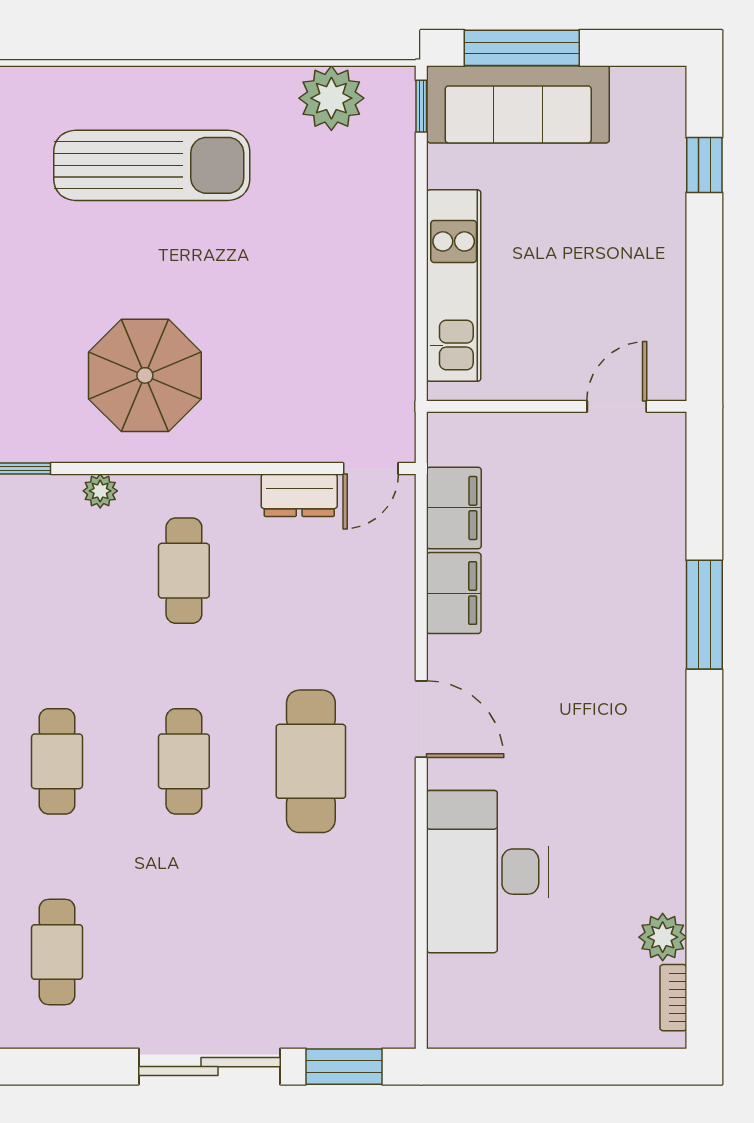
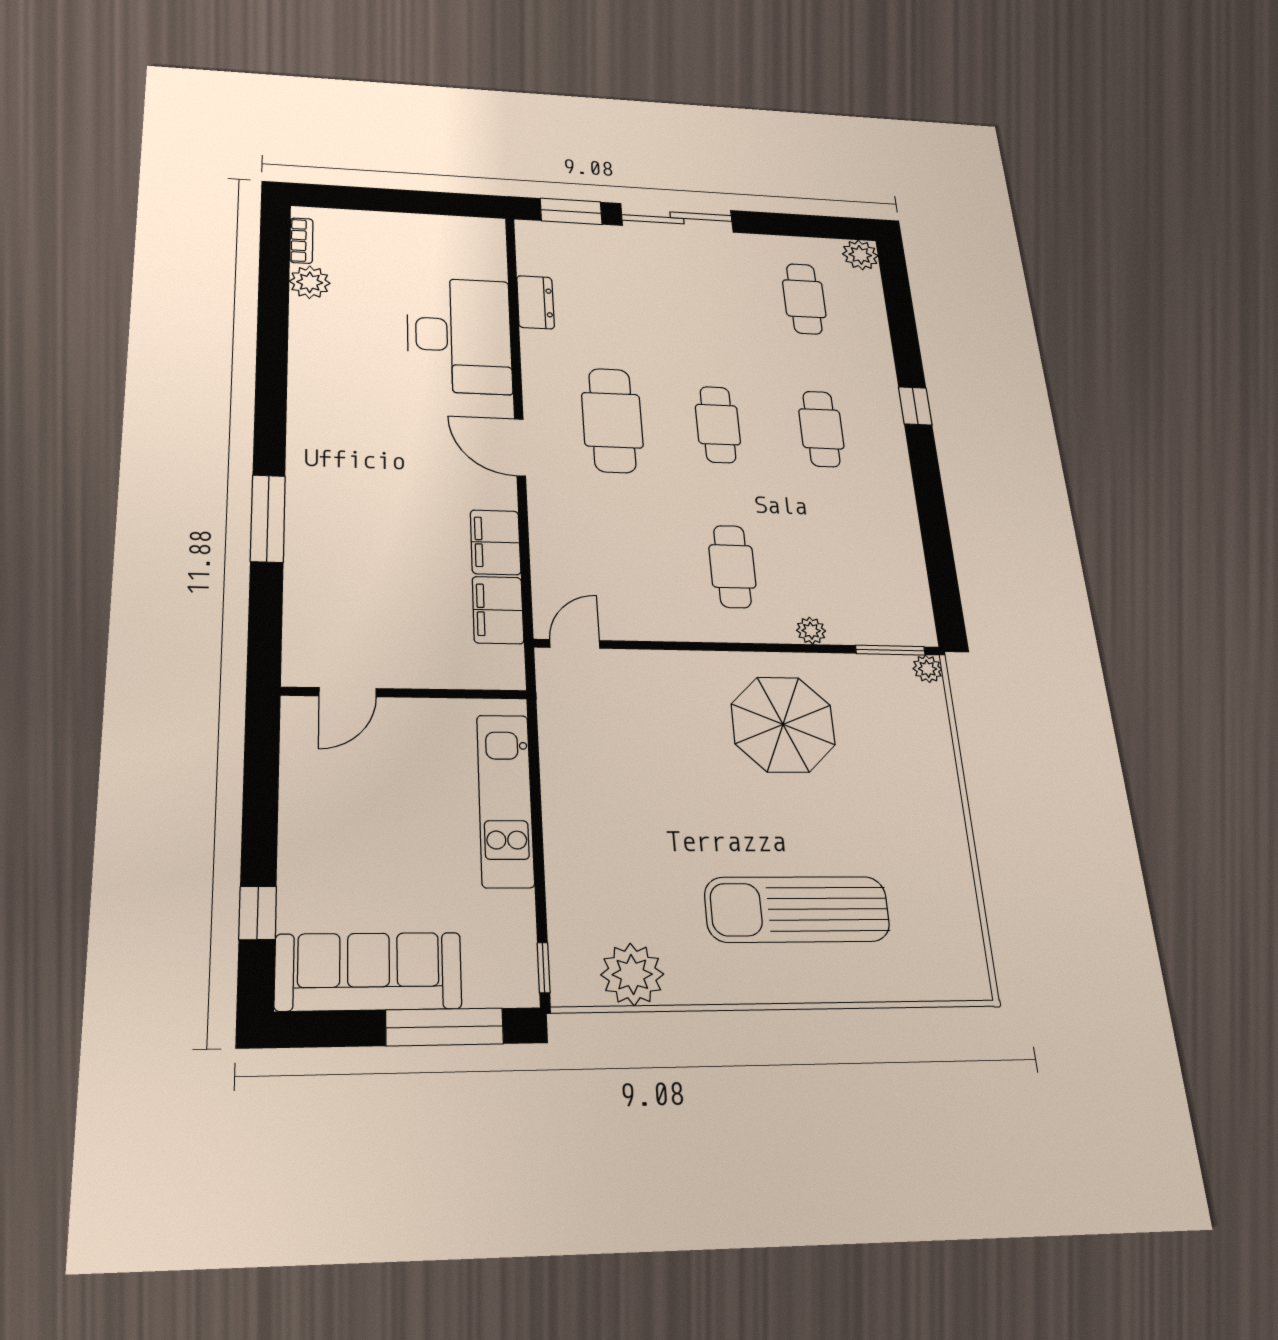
sofa: (518, 104) -> (368, 971), moved
dresser: (299, 495) -> (535, 302), moved, turned 90

